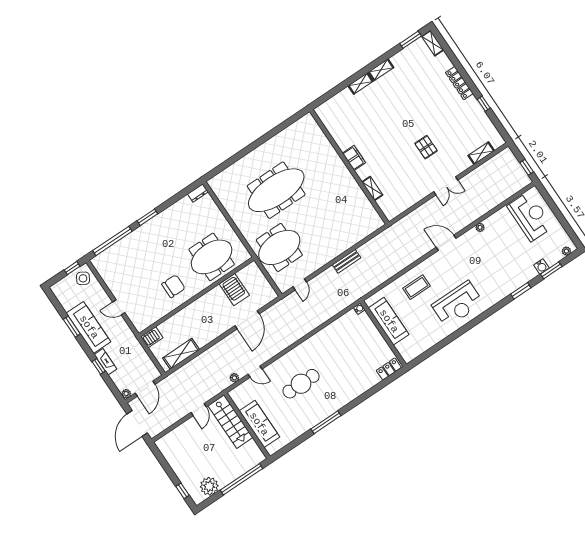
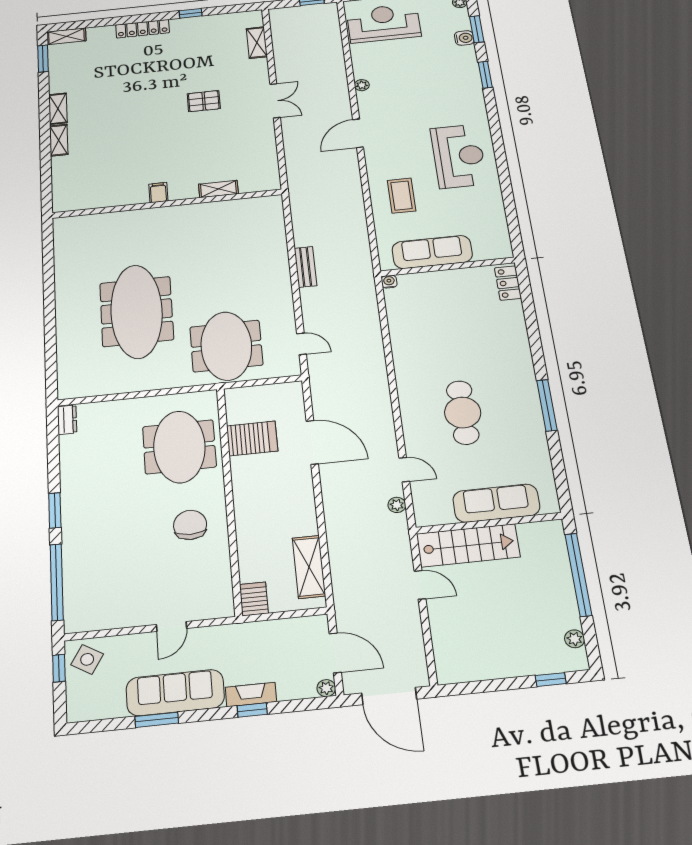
filing cabinet: (354, 158) -> (158, 193), width x0.50
door: (255, 372) -> (404, 470), hinge flipped
plant: (209, 486) -> (575, 639), width x0.53, depth x0.53

